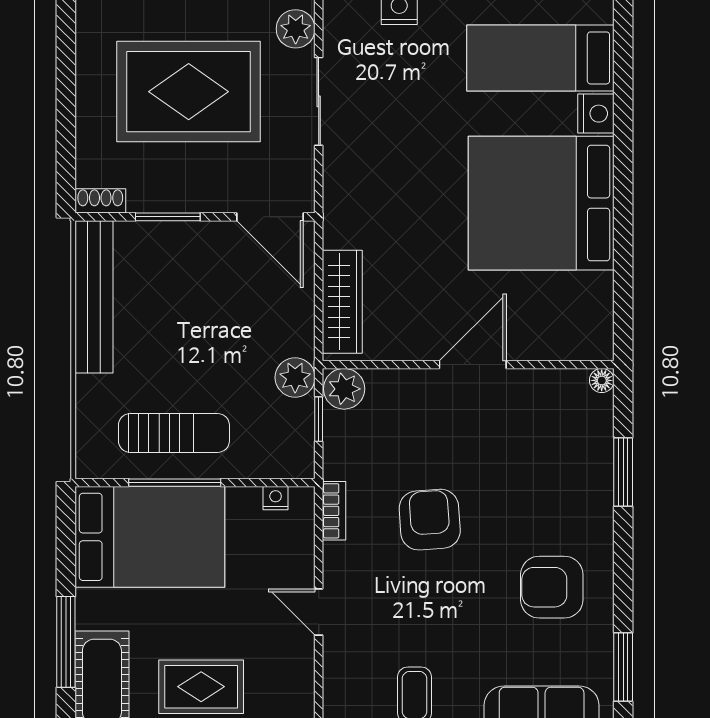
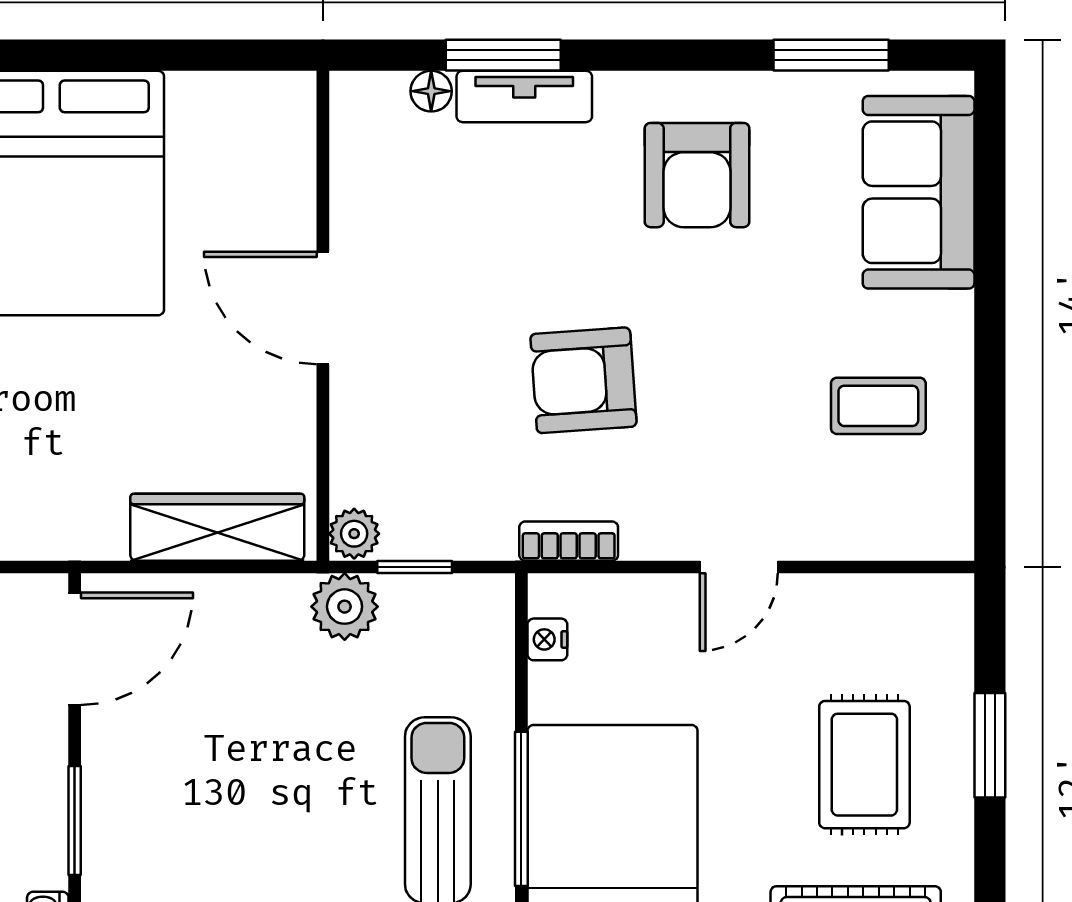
floor lamp: (602, 380) -> (431, 91), moved
plant: (344, 389) -> (354, 534), width x0.73, depth x0.73
tv unit: (599, 484) -> (524, 96), added

